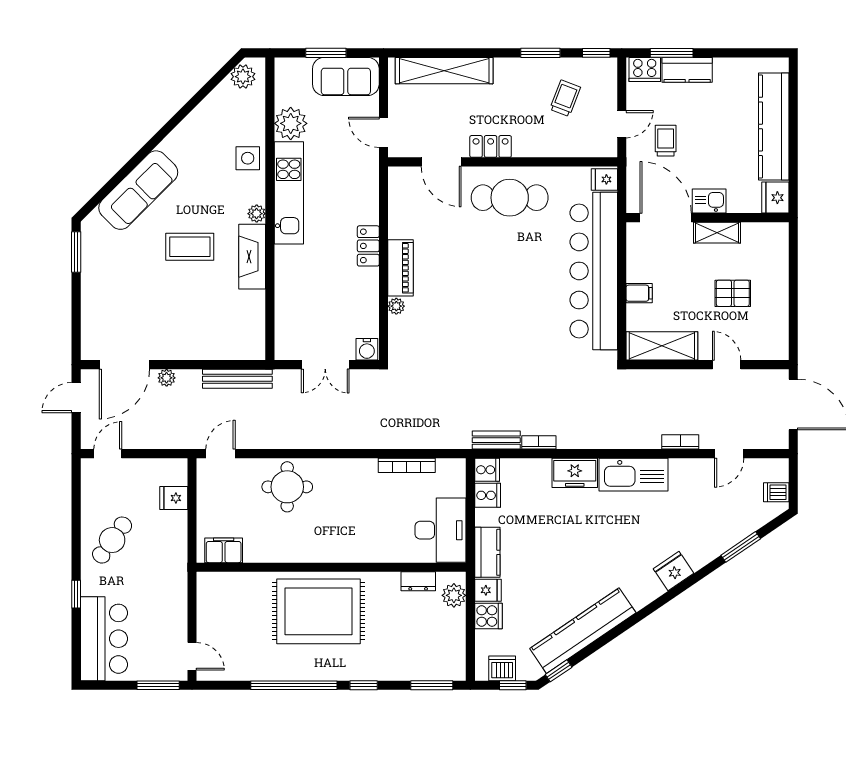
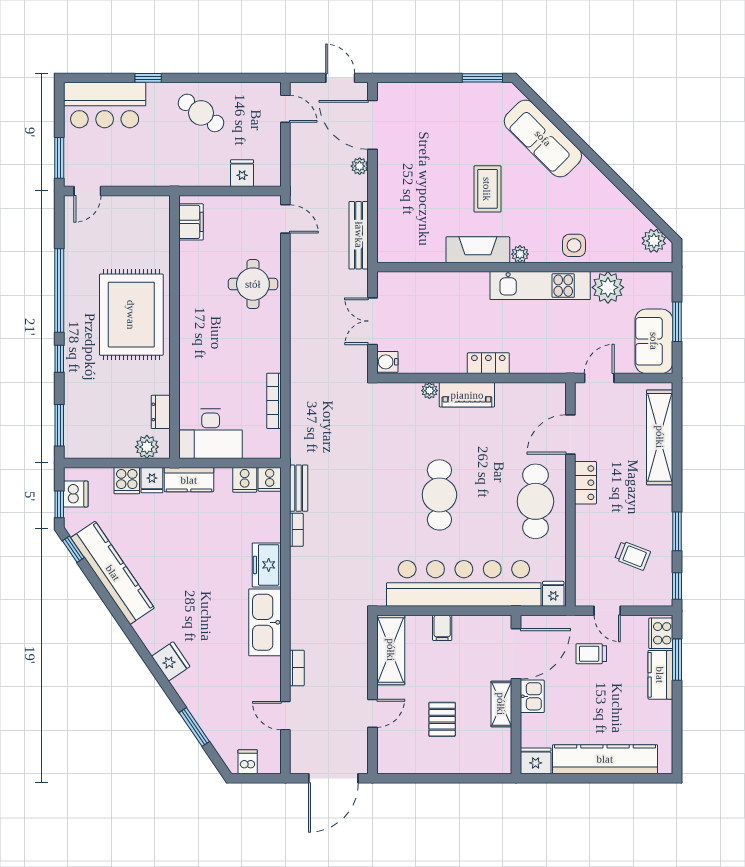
trolley: (666, 141) -> (591, 654), turned 180
cafe table: (503, 296) -> (439, 495), added

